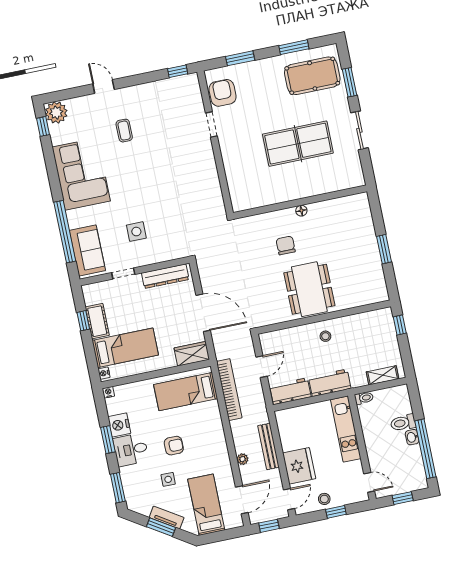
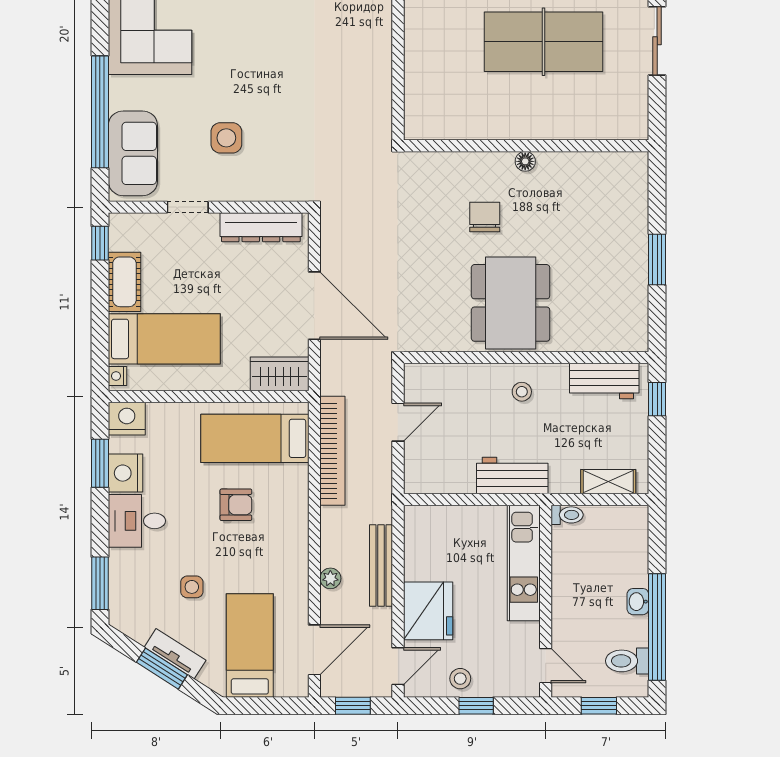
window: (83, 321) -> (100, 243), moved
workbench: (290, 391) -> (604, 381), moved, turned 180
nightstand: (108, 392) -> (127, 419), width x1.89, depth x1.79
toilet: (403, 423) -> (627, 661), moved
window: (108, 440) -> (100, 463), moved
armchair: (174, 446) -> (236, 505), moved

